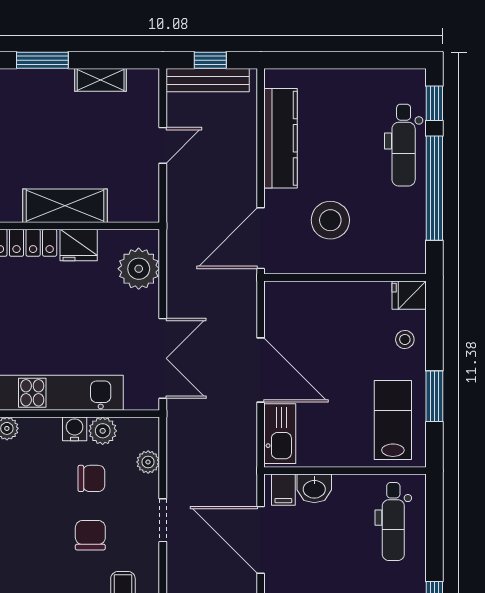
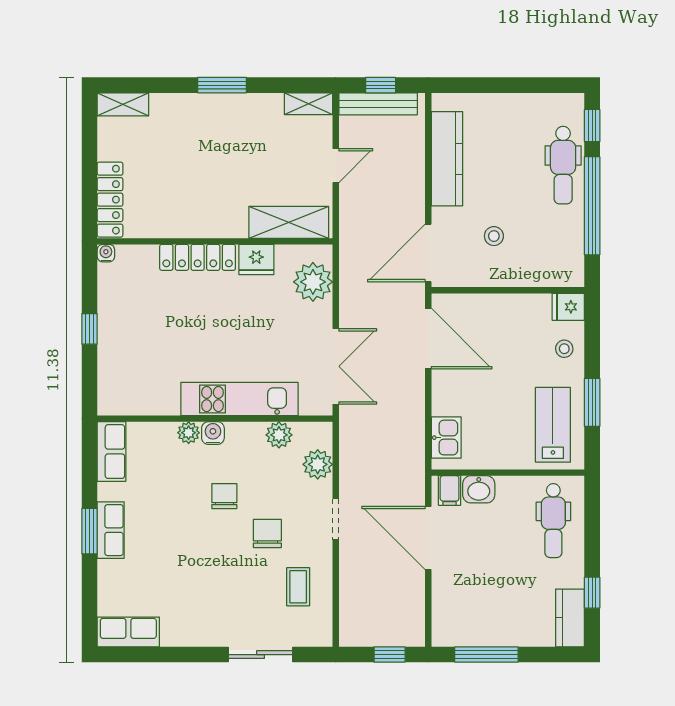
shelving: (101, 80) -> (308, 104), moved
shelving: (65, 206) -> (289, 222), moved
stool: (330, 220) -> (494, 236), width x0.53, depth x0.53
door: (261, 370) -> (428, 339), moved
water cooler: (75, 429) -> (213, 433), moved
kitchen sink: (280, 434) -> (446, 438), width x0.73
plant: (148, 462) -> (318, 464), width x1.38, depth x1.38
chair: (91, 478) -> (224, 496), moved, turned -90

